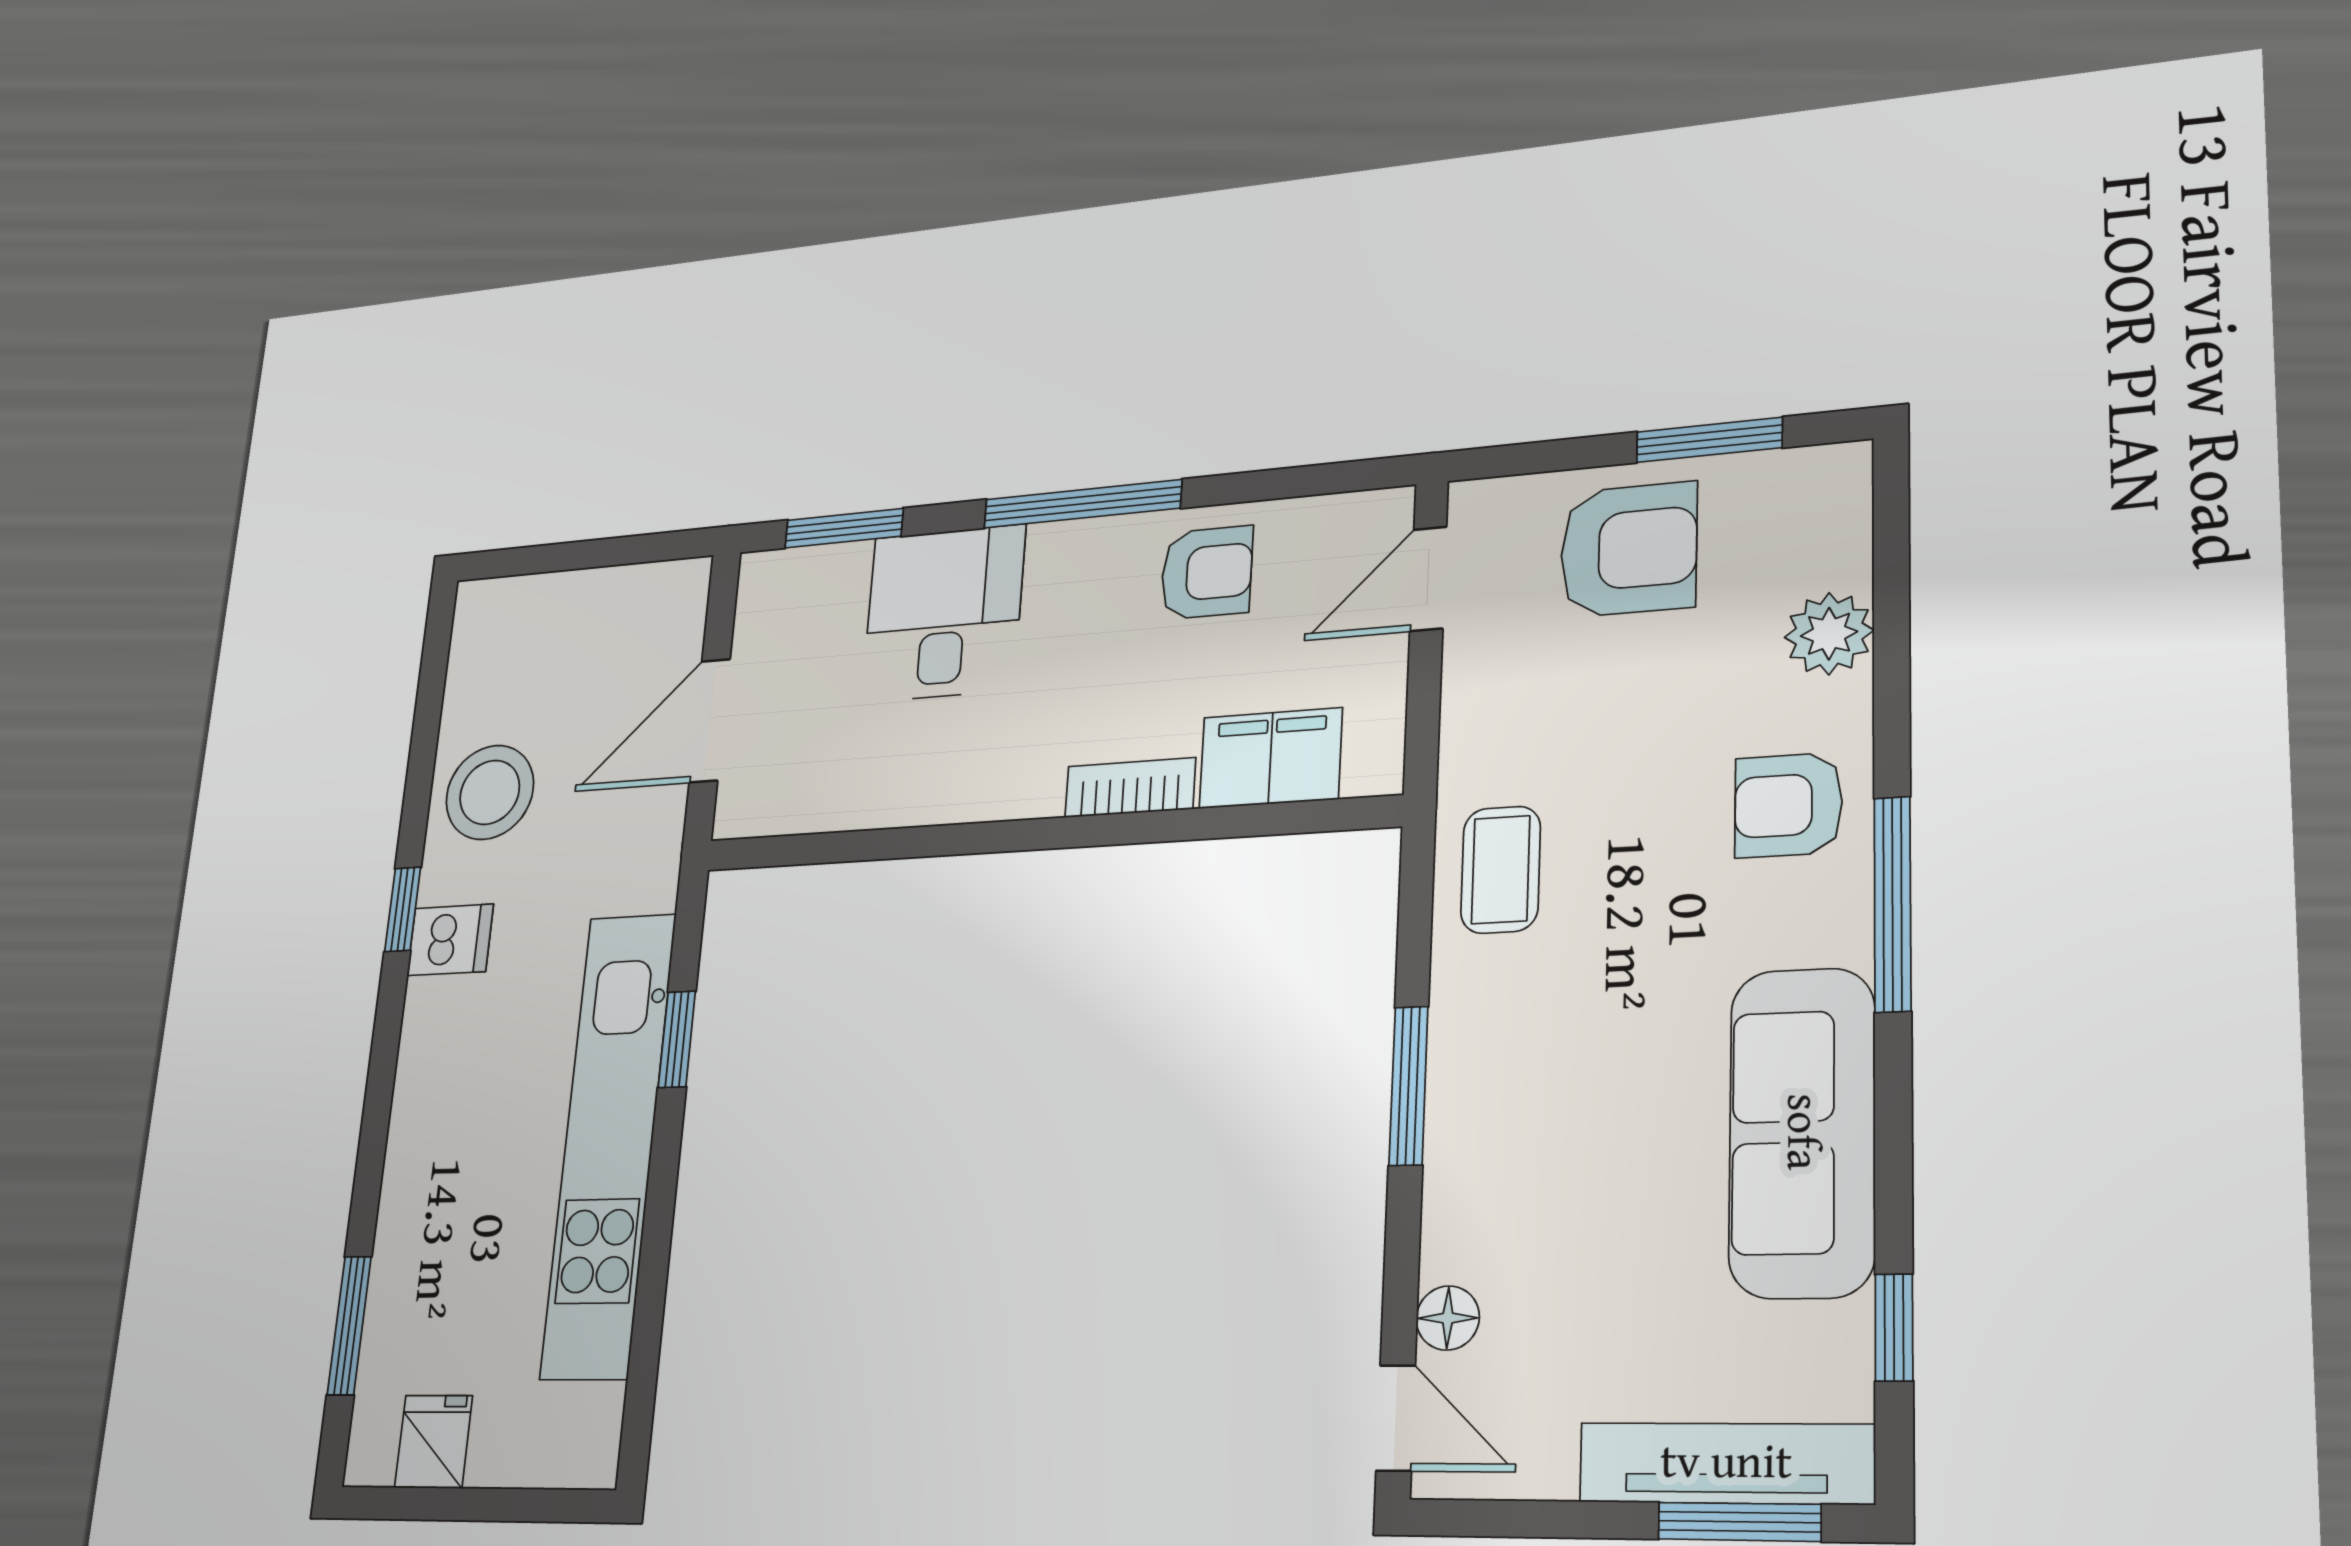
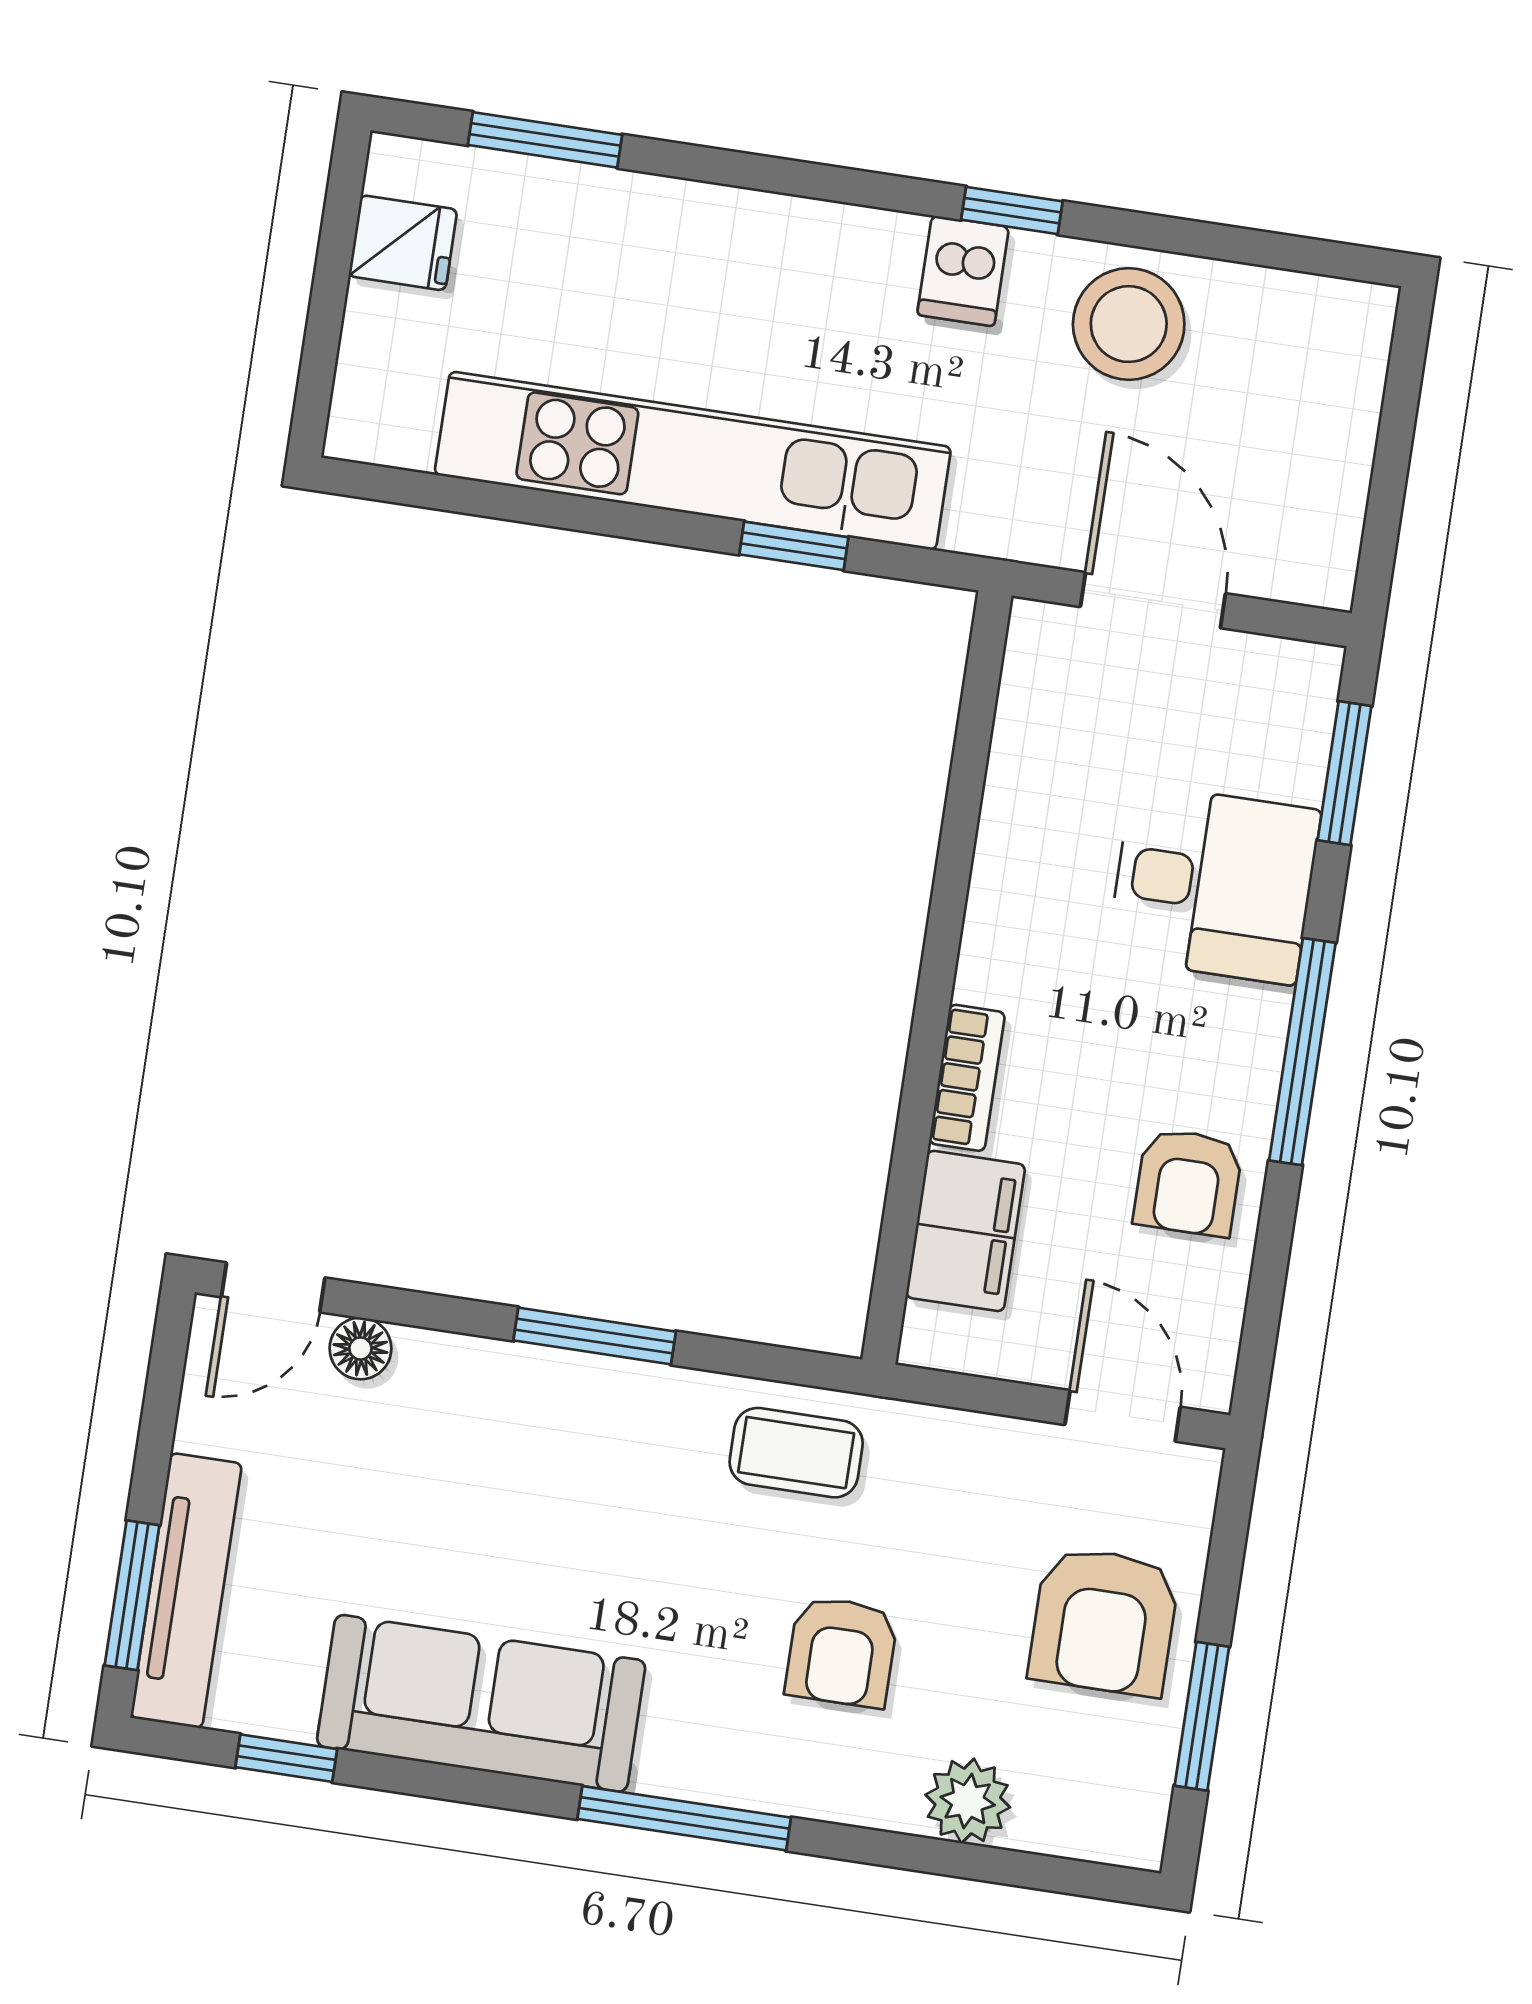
armchair: (1788, 805) -> (842, 1652), moved, turned 180

